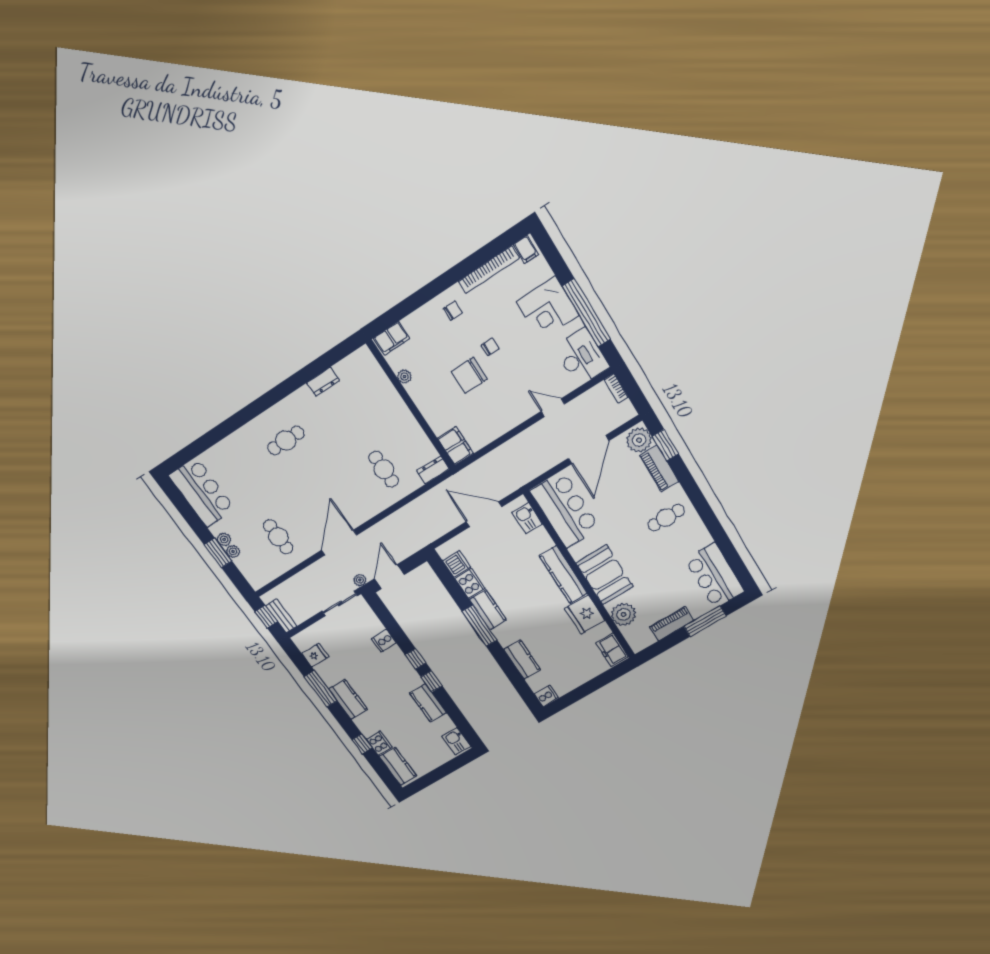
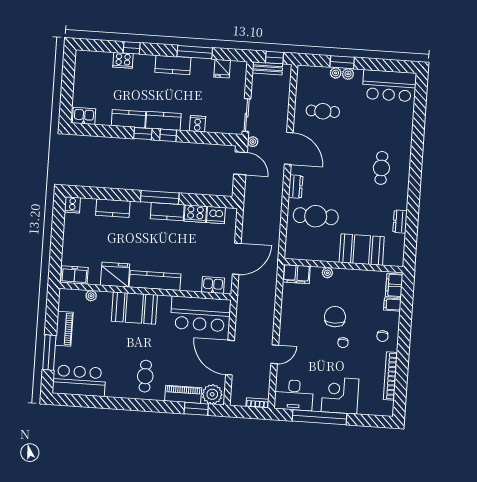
filing cabinet: (526, 250) -> (392, 305), moved
plant: (404, 376) -> (327, 273), moved
booth: (381, 399) -> (362, 250), added
cafe table: (384, 469) -> (316, 216), width x1.37, depth x1.35
dresser: (433, 470) -> (296, 187), moved
plant: (624, 614) -> (91, 296), width x0.53, depth x0.53
kitchen counter: (398, 766) -> (163, 121), moved, turned 180

